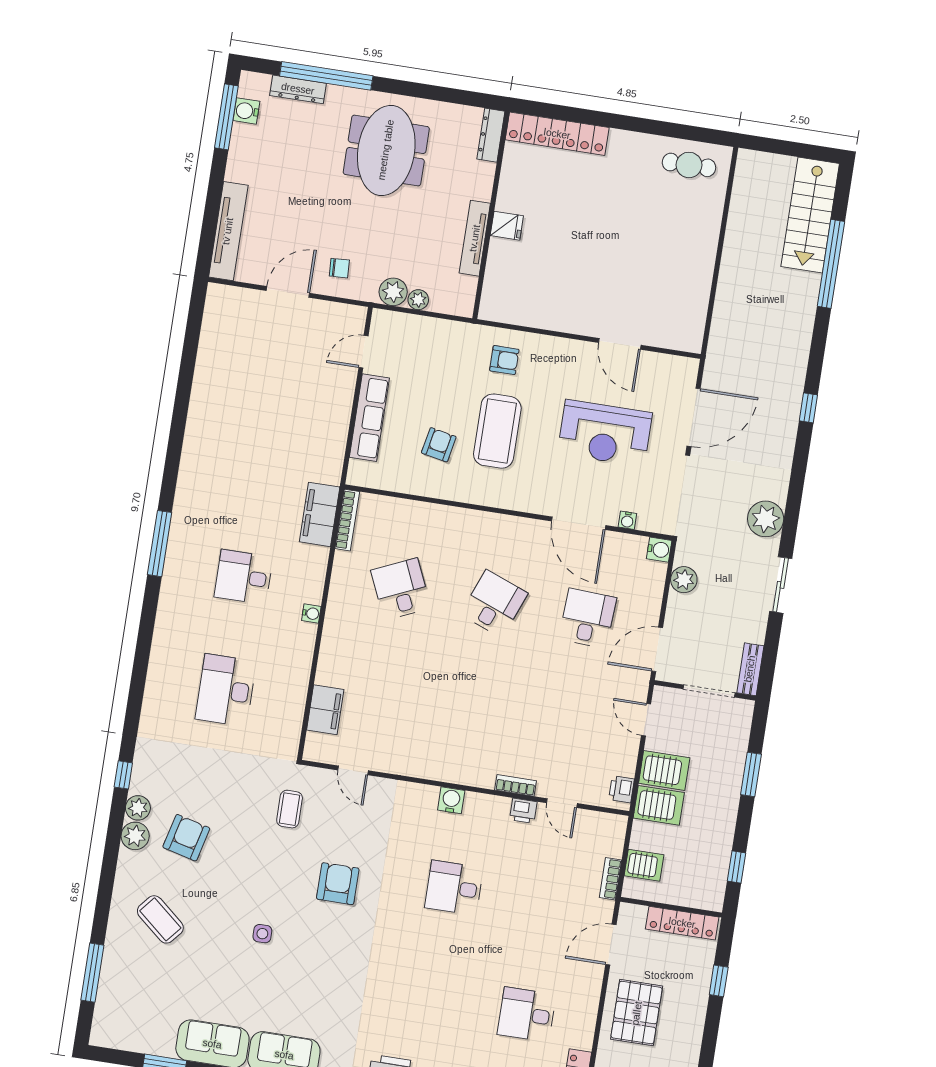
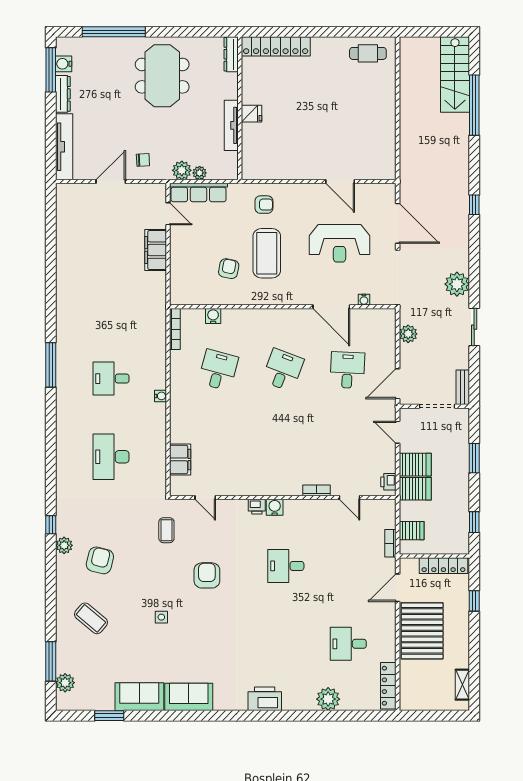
dresser: (298, 89) -> (63, 94), moved, turned -90
door: (363, 352) -> (168, 214), swing flipped
door: (693, 417) -> (398, 223), hinge flipped
row of seats: (369, 418) -> (199, 192), moved, turned 90
filing cabinet: (320, 514) -> (156, 250), moved
water cooler: (659, 550) -> (213, 316), moved, turned -90
desk: (401, 589) -> (218, 370), turned 39
printer: (523, 811) -> (257, 507), moved
plant: (135, 836) -> (65, 683), moved
pallet: (637, 1013) -> (422, 631), width x1.37, depth x1.41

